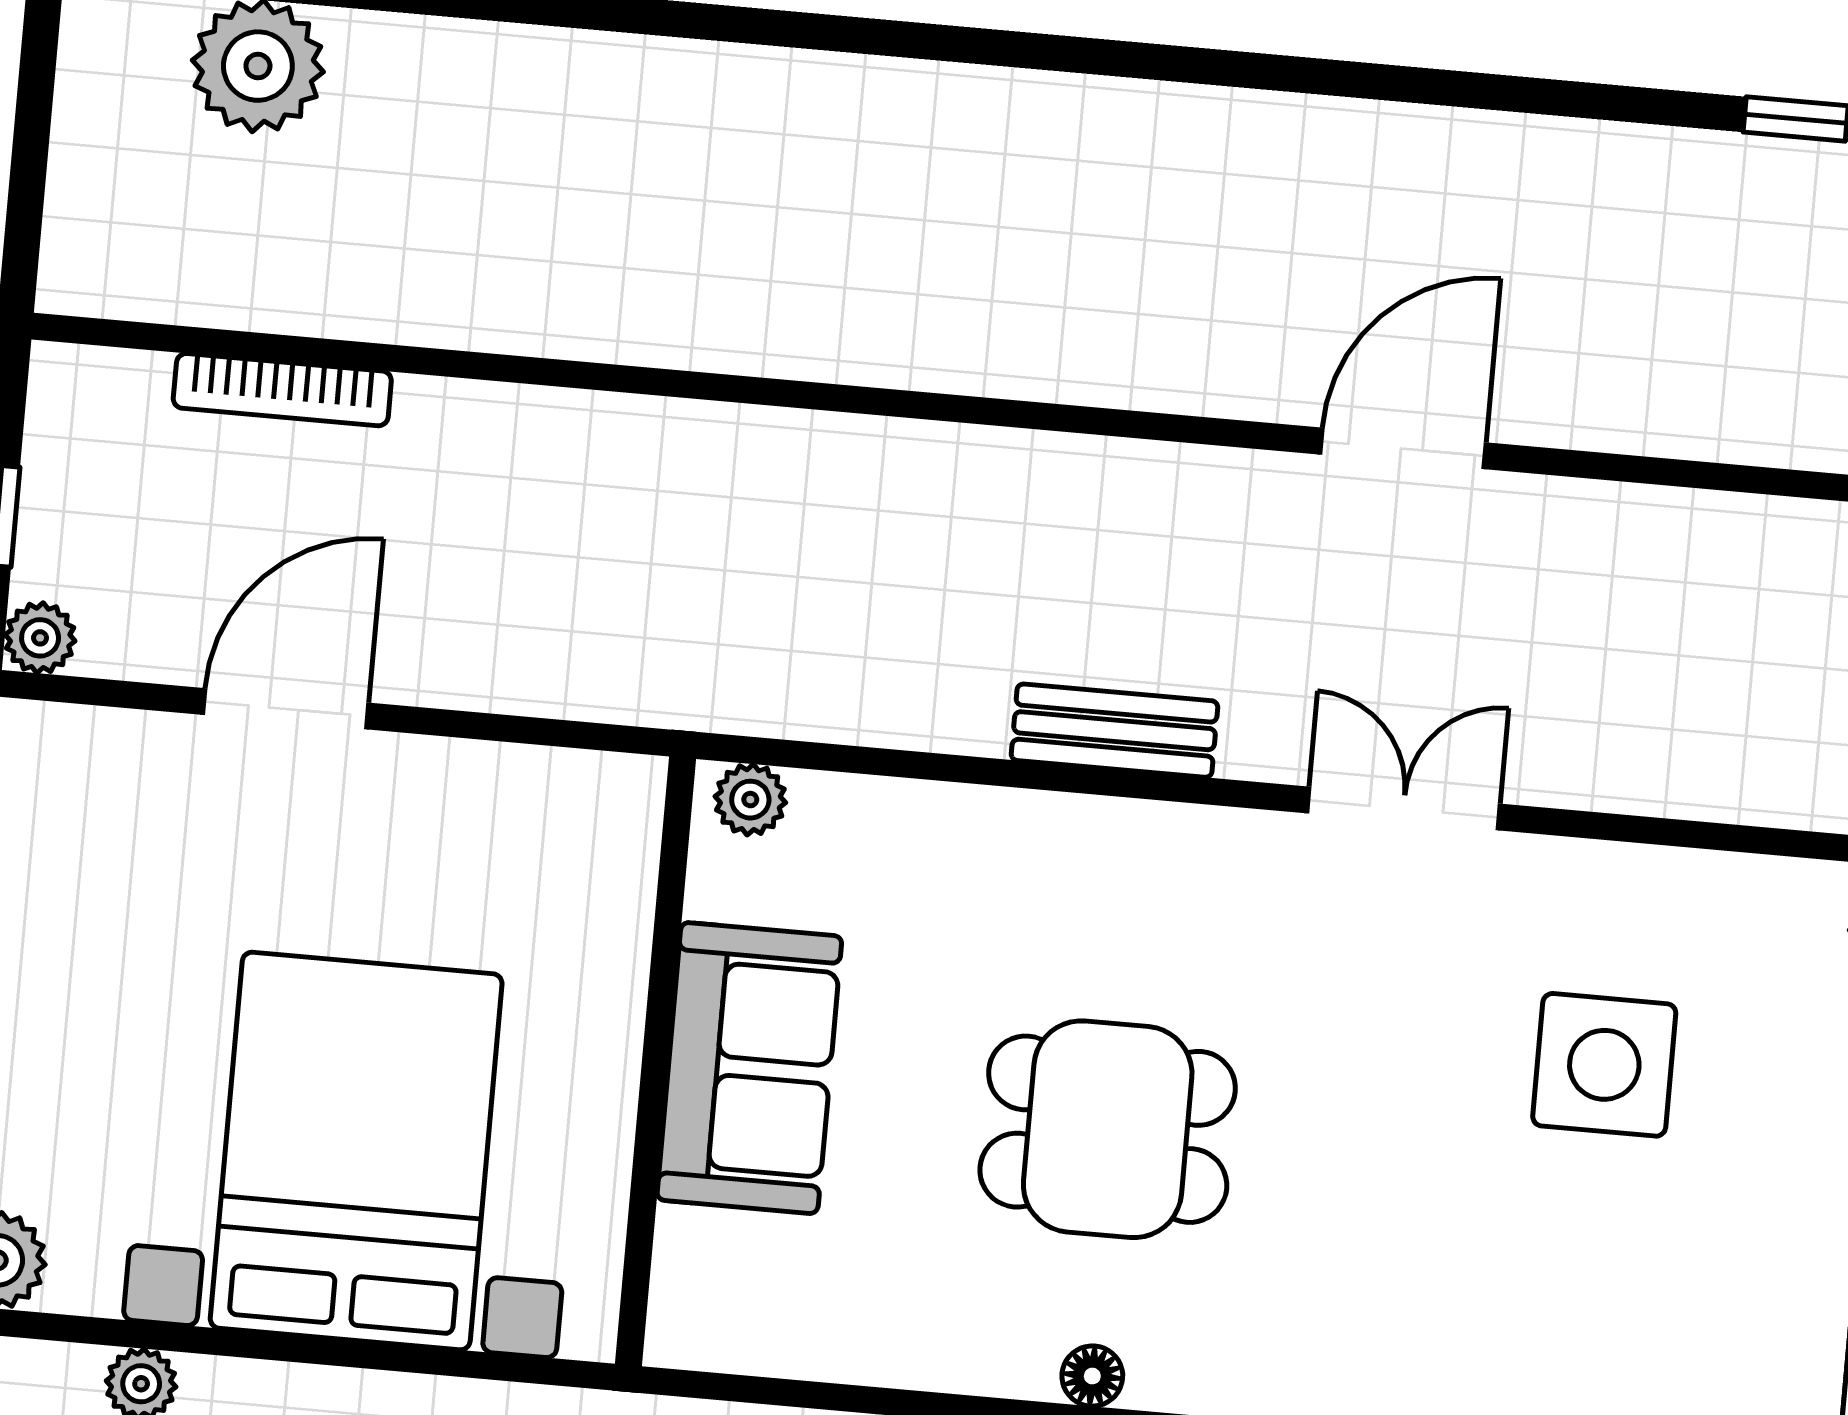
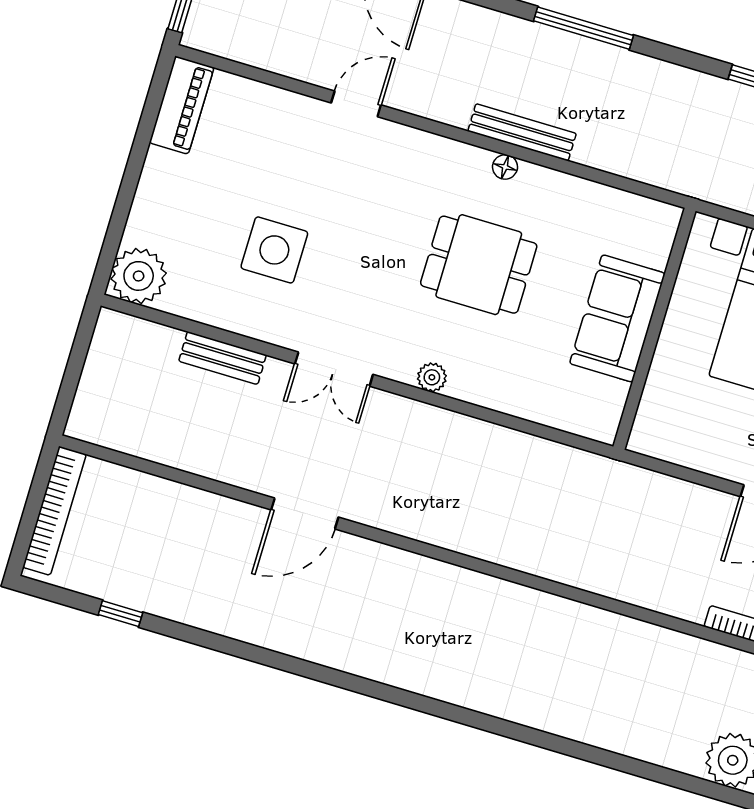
bench: (1115, 731) -> (223, 358), moved
plant: (750, 800) -> (432, 377), moved

